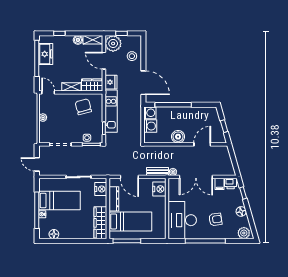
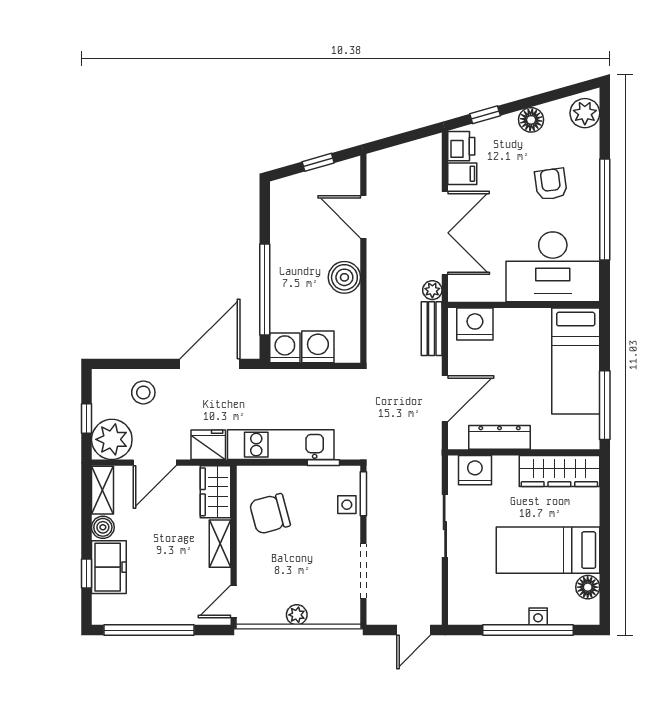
freezer: (46, 54) -> (109, 567), moved, turned 90
bed: (59, 201) -> (548, 550), moved, turned -90
bed: (130, 221) -> (576, 361), moved, turned 180

